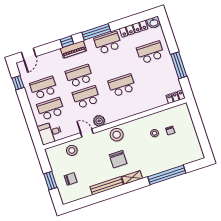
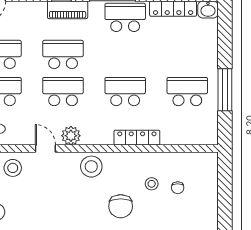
school desk: (150, 52) -> (187, 92), moved
locker: (175, 97) -> (137, 138), moved, width x1.53
chair: (118, 159) -> (121, 206), moved

